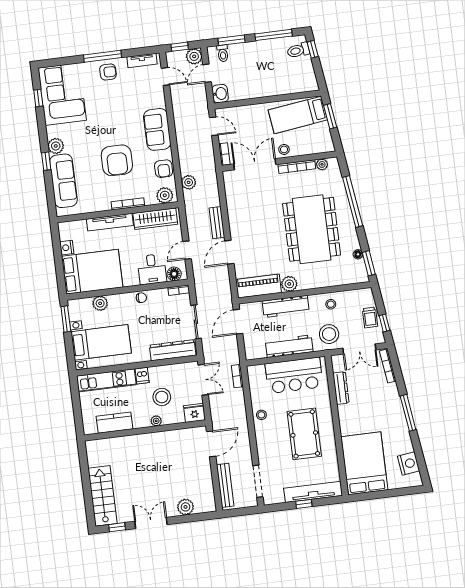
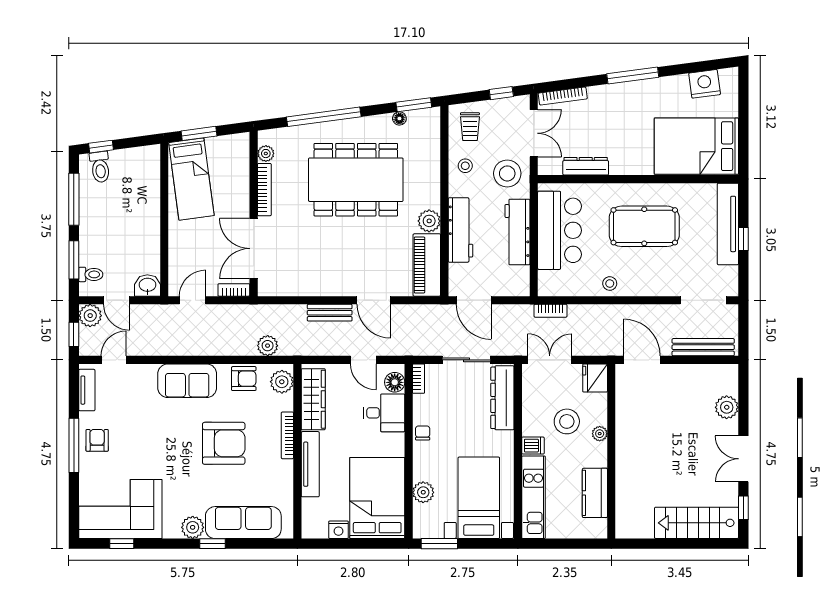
stool: (284, 149) -> (238, 205), removed
trolley: (370, 317) -> (470, 127), moved, turned 90

